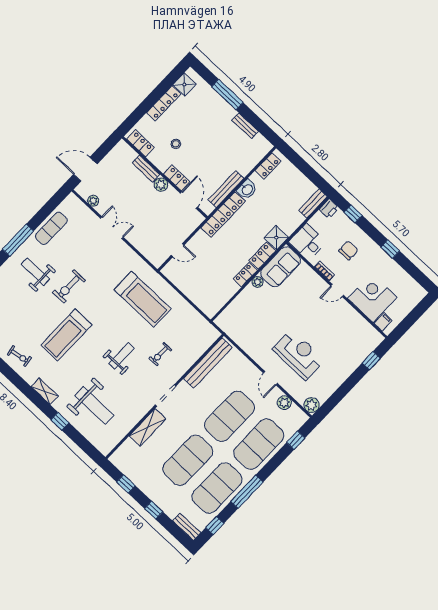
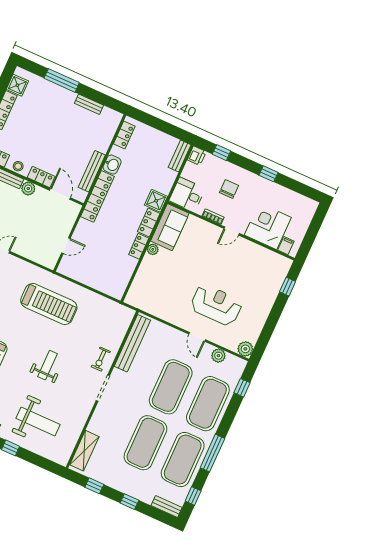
stool: (176, 144) -> (18, 166), moved
exercise bike: (160, 354) -> (101, 359), moved
shelving: (148, 427) -> (84, 451), moved

